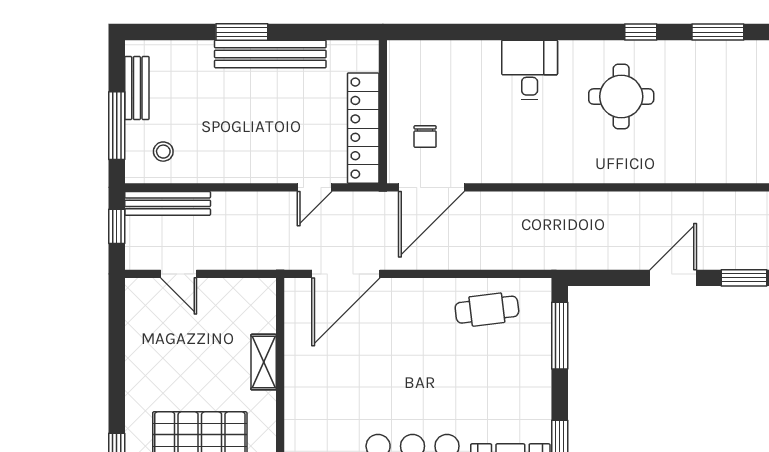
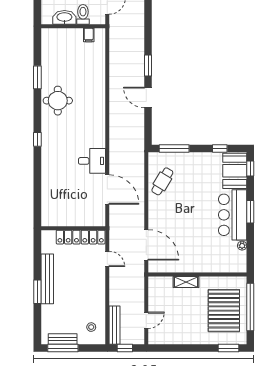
window: (641, 32) -> (37, 139), moved
desk: (530, 70) -> (92, 161), moved, turned 180
round table: (621, 97) -> (58, 101), moved
window: (117, 126) -> (63, 348), moved
chair: (425, 137) -> (84, 209), removed
door: (431, 187) -> (107, 189), moved
cafe table: (487, 310) -> (162, 181), turned 38

